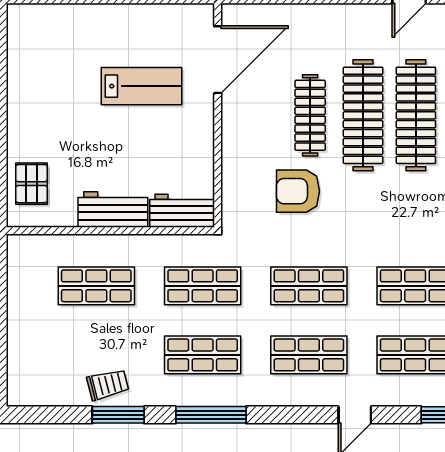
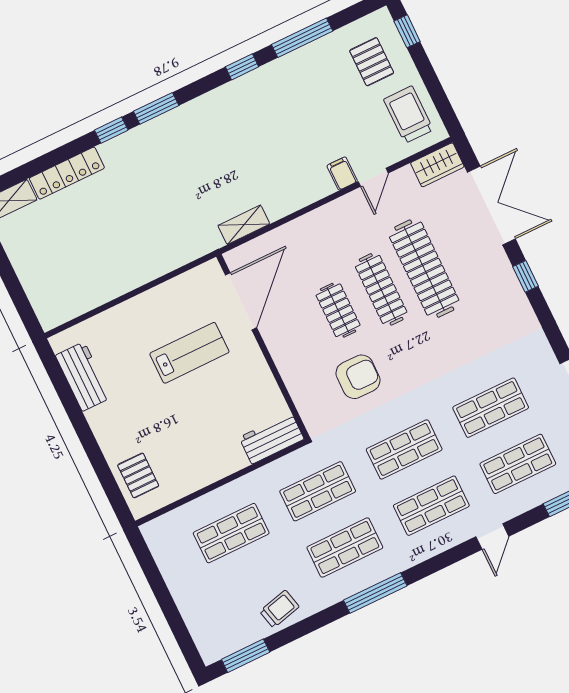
clothes rail: (310, 115) -> (338, 310), width x0.73
clothes rail: (363, 115) -> (381, 289), width x0.73, depth x0.76
armchair: (298, 191) -> (358, 377), turned 180
workbench: (113, 209) -> (83, 377), moved, turned 90
window: (118, 415) -> (246, 656), moved

